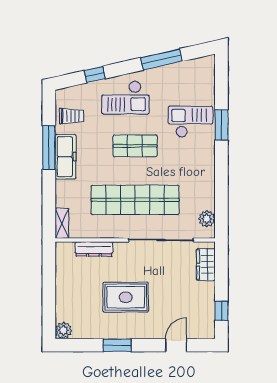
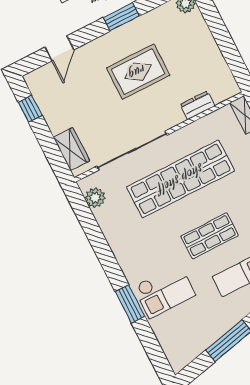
dresser: (94, 249) -> (197, 105), width x0.70

